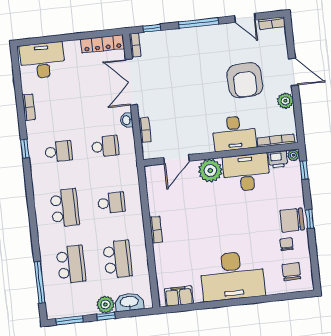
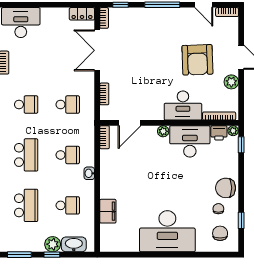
locker: (102, 44) -> (82, 14), width x0.66
washbasin: (127, 120) -> (89, 173), moved
plant: (210, 171) -> (163, 131), width x0.53, depth x0.53
window: (310, 219) -> (241, 220), moved
bookcase: (156, 230) -> (105, 137), moved
school desk: (118, 259) -> (68, 205), width x0.54
filing cabinet: (179, 296) -> (108, 211), moved, turned 90

